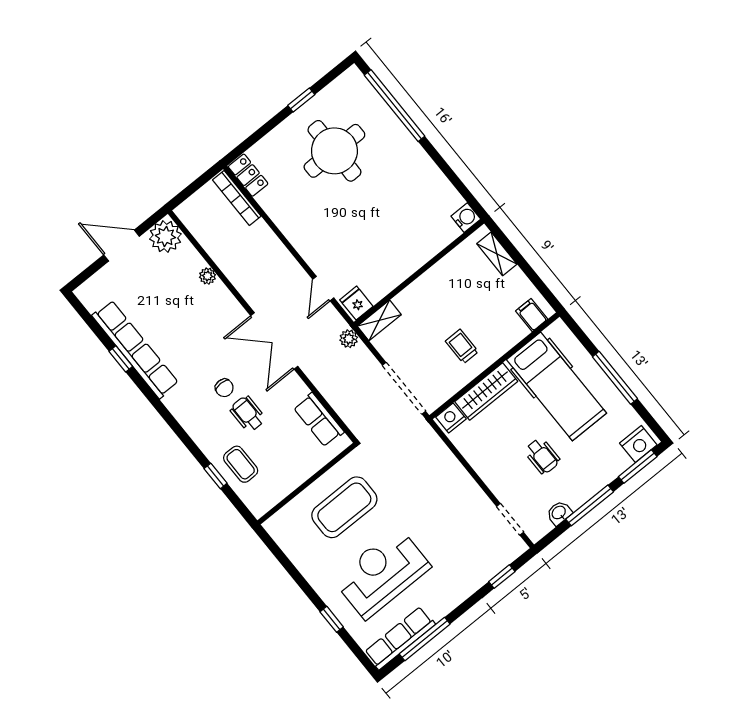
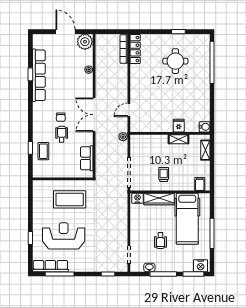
round table: (334, 151) -> (175, 61), width x0.73, depth x0.73
locker: (248, 175) -> (135, 49), width x1.53
fridge: (356, 303) -> (179, 126), moved
shelving: (379, 320) -> (179, 139), moved

